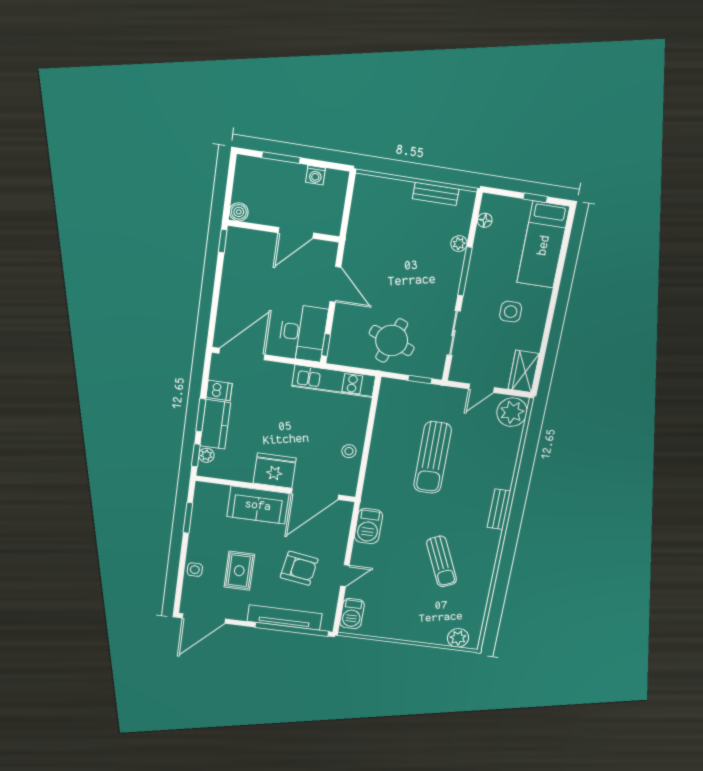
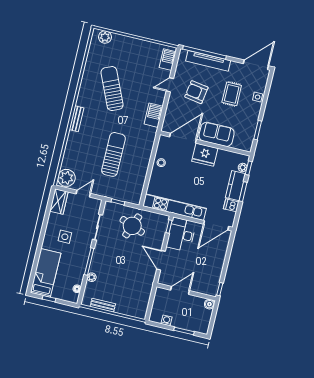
kitchen unit: (334, 381) -> (174, 207), width x1.36
sun lounger: (442, 561) -> (112, 89), width x1.36, depth x1.34

